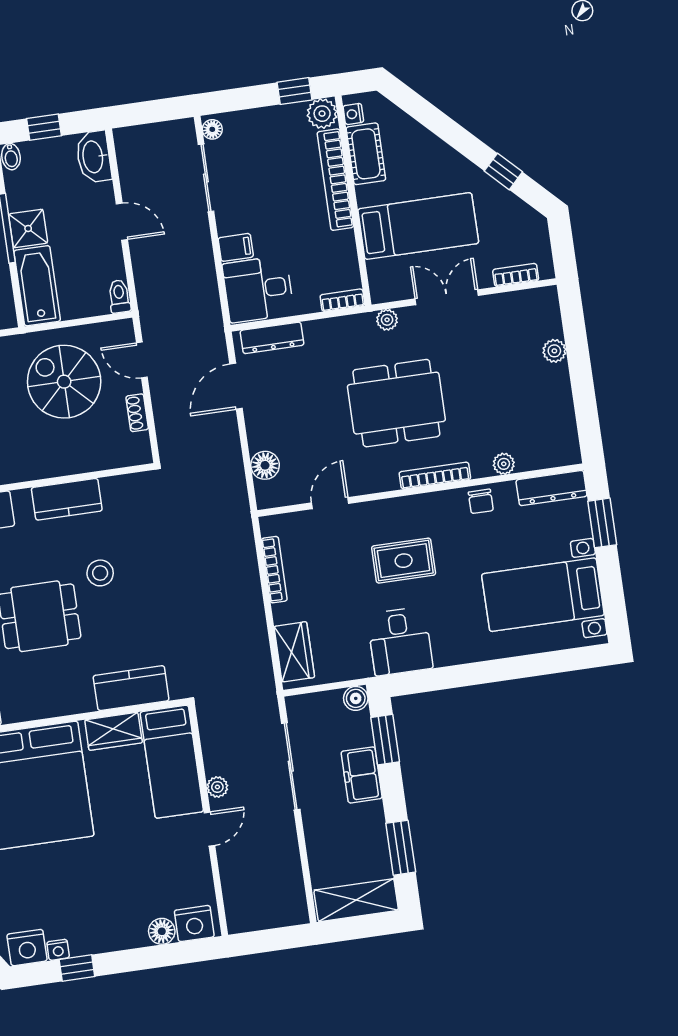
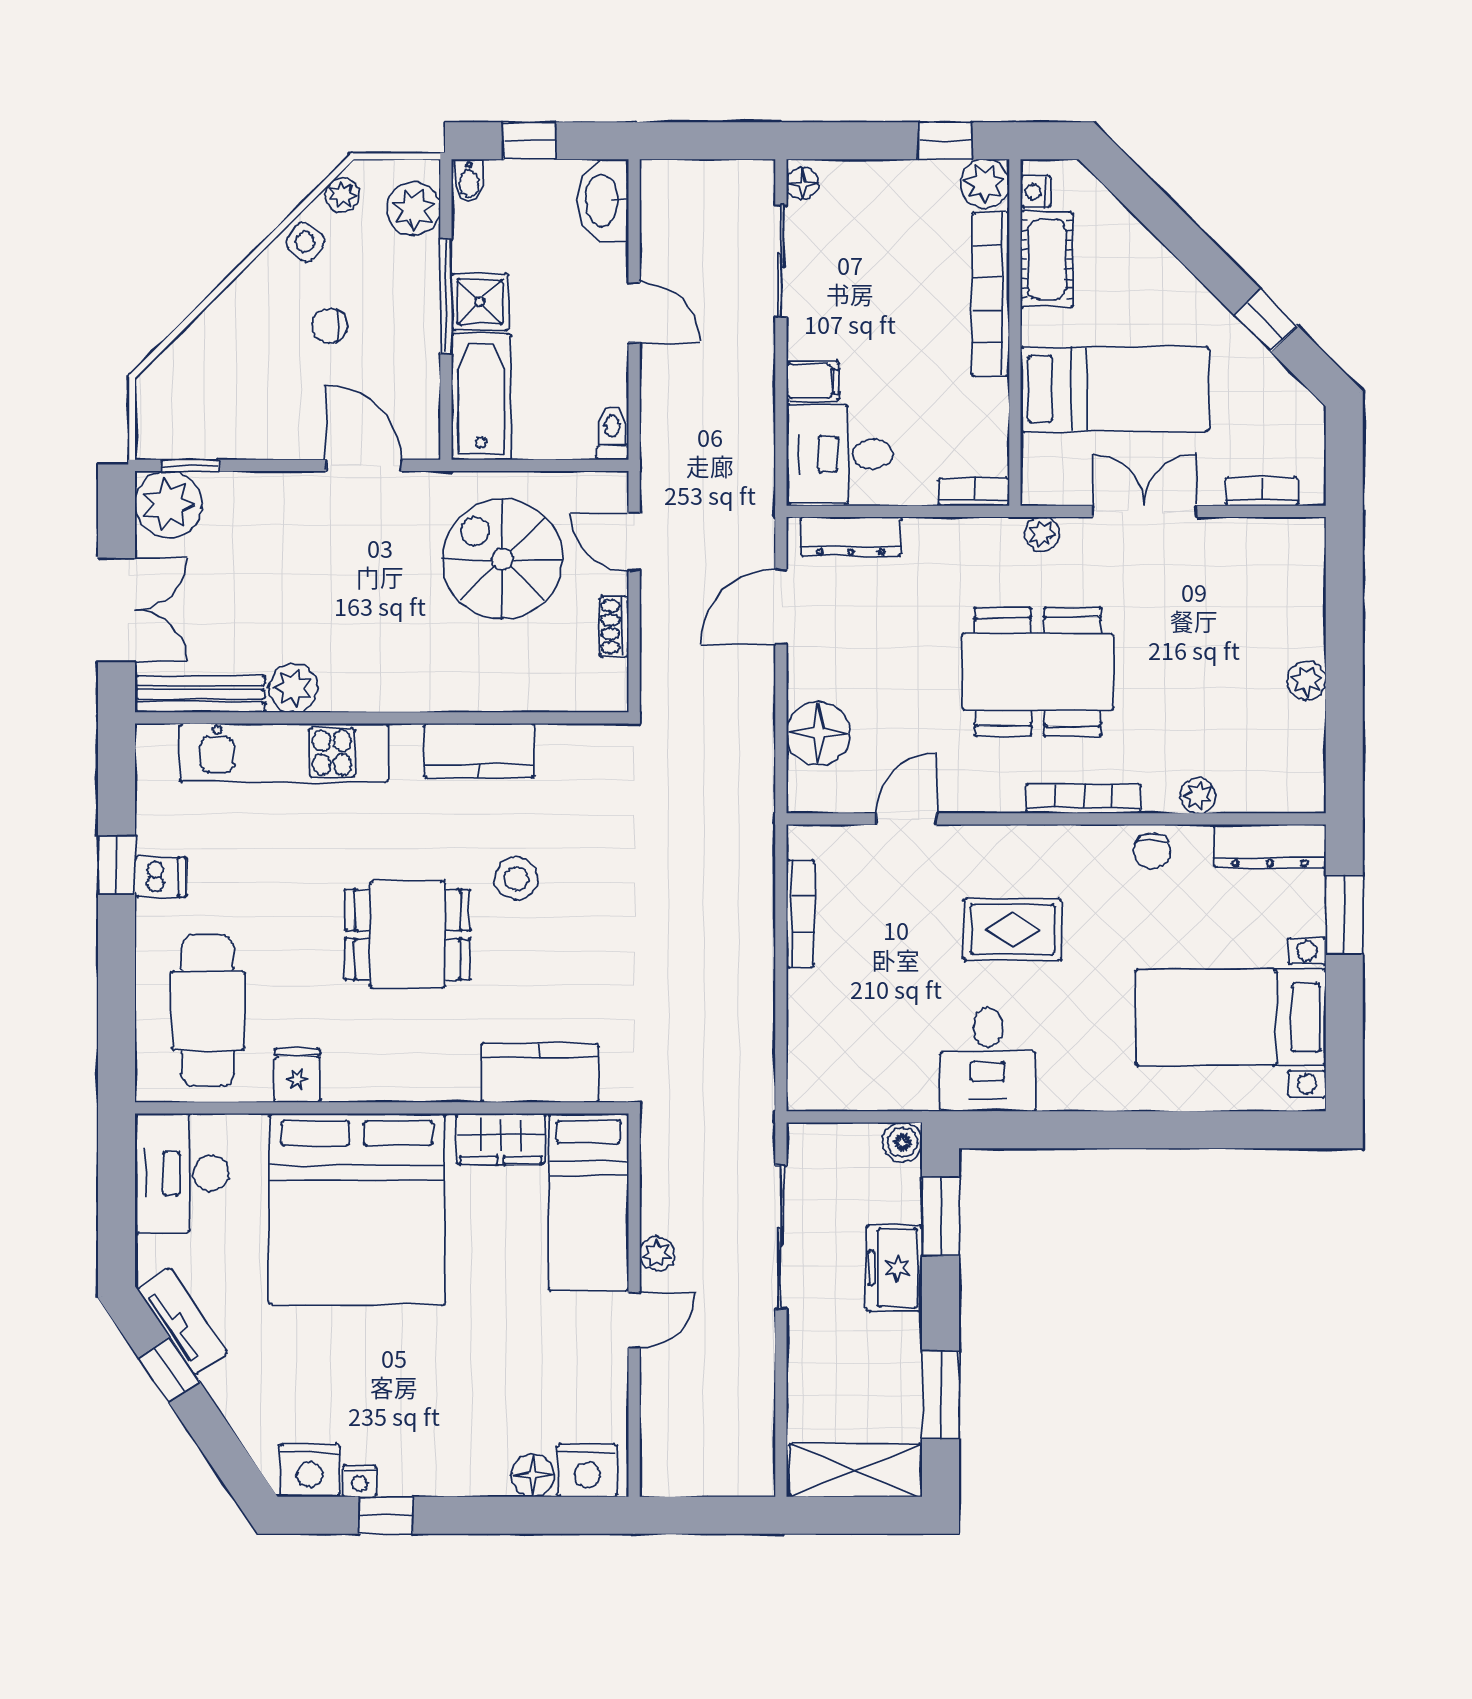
plant: (554, 351) -> (1307, 681), moved
floor lamp: (265, 465) -> (818, 733), width x1.38, depth x1.38
wardrobe: (294, 652) -> (813, 1052), removed

